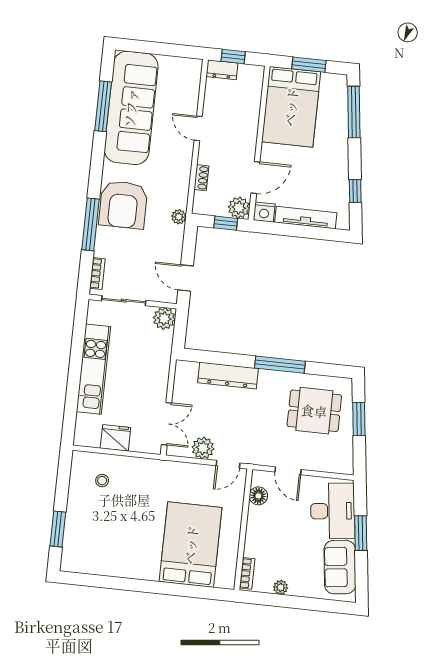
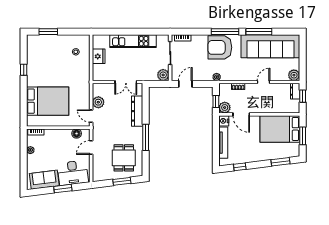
plant: (191, 69) -> (294, 75), added
window: (103, 106) -> (259, 32), moved
window: (354, 112) -> (281, 162), width x0.69
window: (90, 224) -> (225, 32), moved
double door: (167, 424) -> (126, 82), moved
window: (126, 584) -> (24, 70), added

